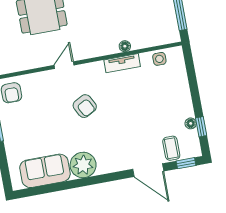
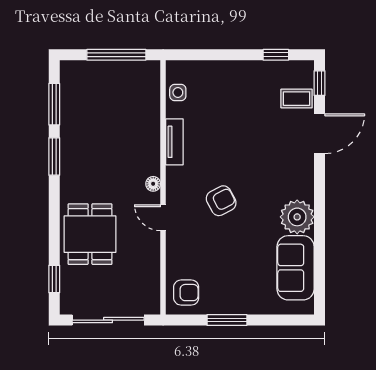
floor lamp: (125, 46) -> (153, 184), moved
floor lamp: (191, 123) -> (269, 67), removed

